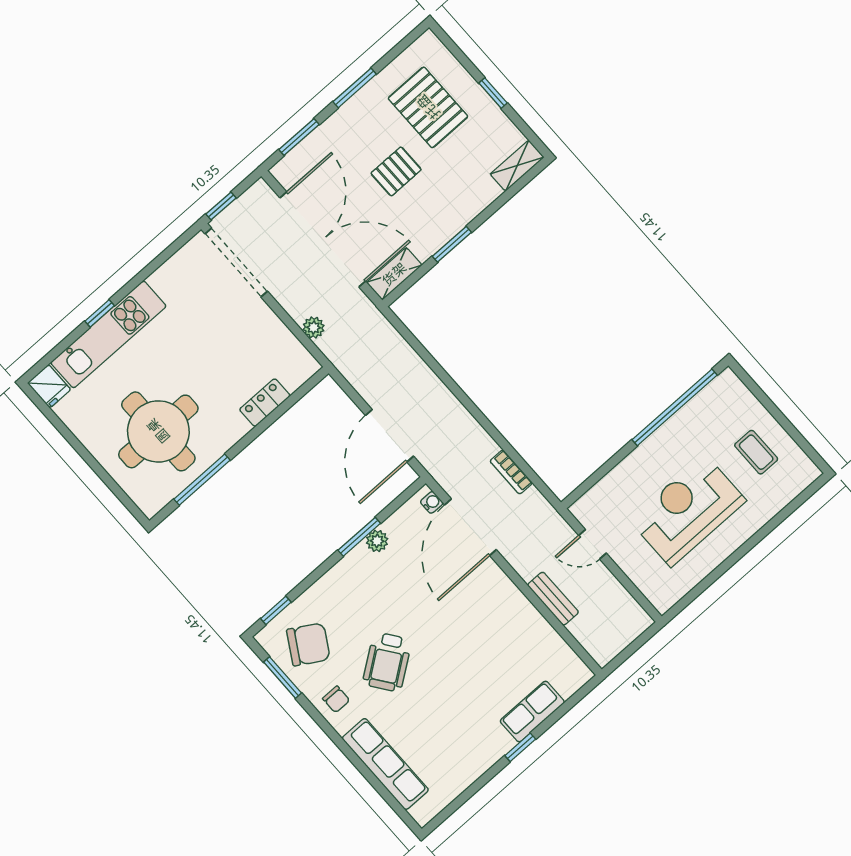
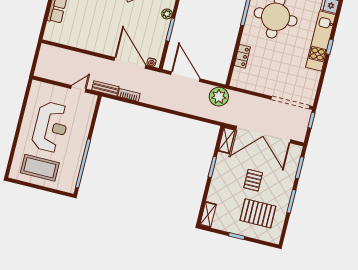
plant: (314, 328) -> (219, 97), moved, width x1.87, depth x1.87
coffee table: (756, 452) -> (40, 168), width x1.86, depth x1.72
plant: (377, 541) -> (167, 14), moved
bench: (553, 599) -> (105, 88), moved

